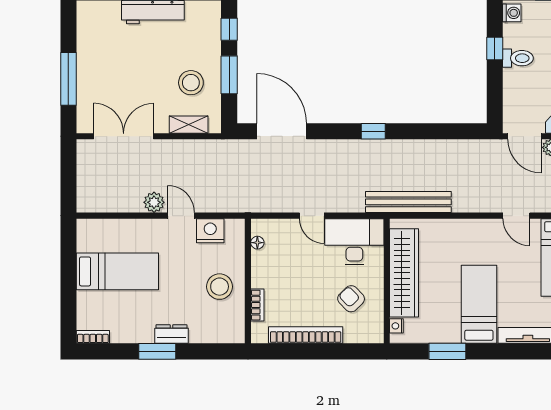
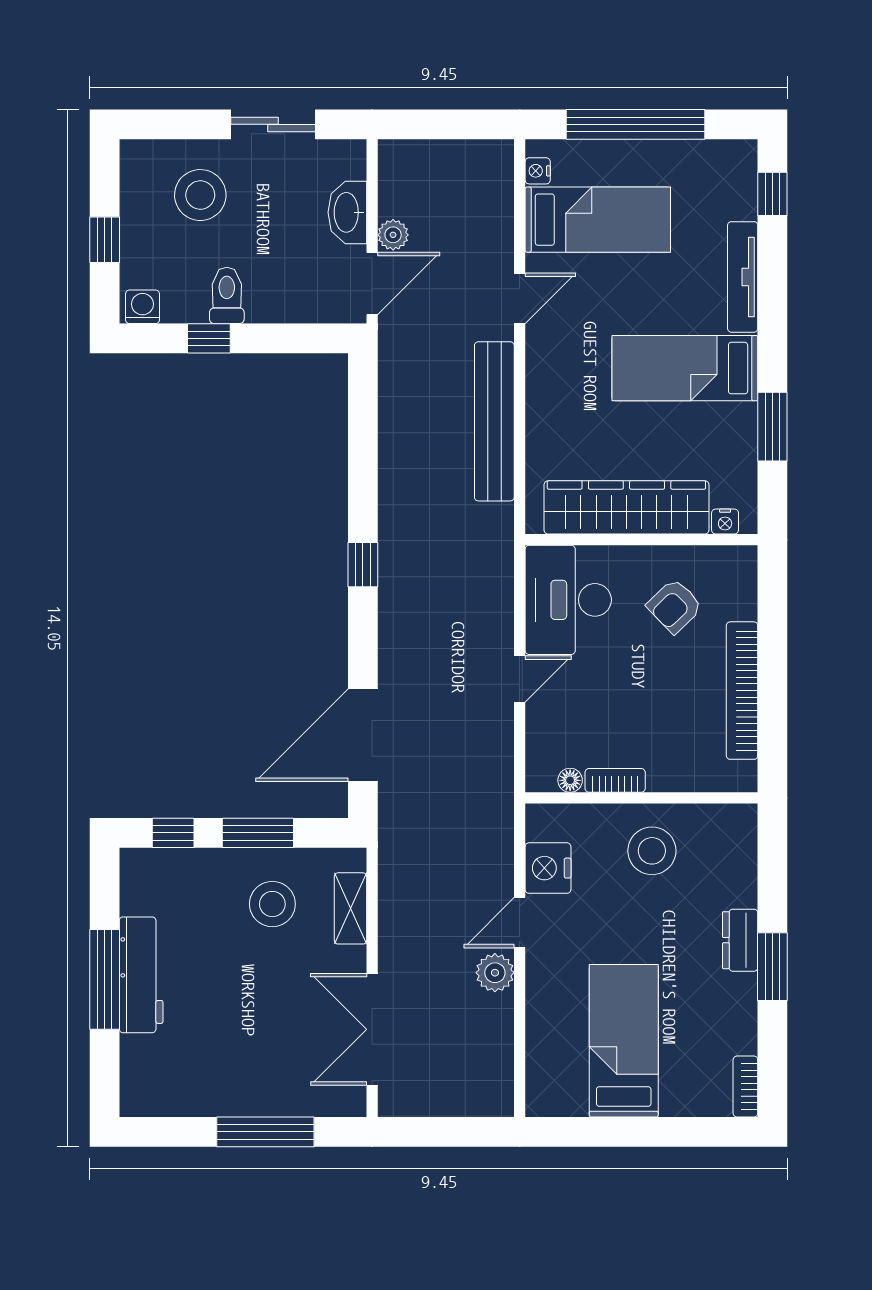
bench: (408, 202) -> (494, 421), moved
bookcase: (257, 305) -> (615, 780), moved

